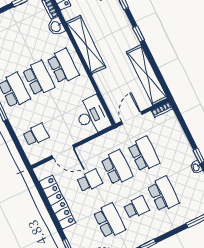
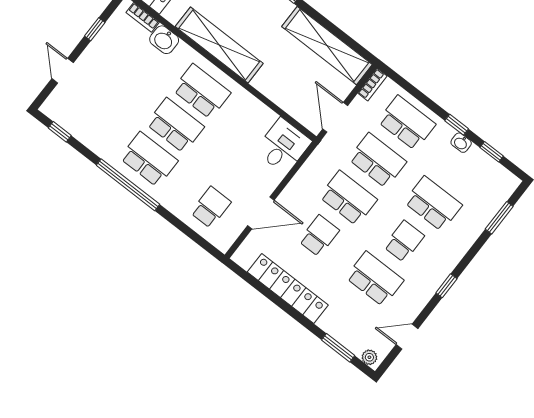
desk: (92, 116) -> (283, 146), width x0.73
school desk: (171, 141) -> (407, 123), added

